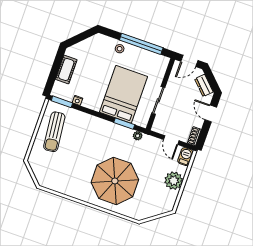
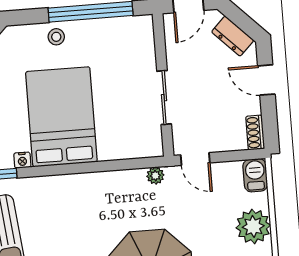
bed: (123, 94) -> (61, 117), moved
window: (124, 124) -> (122, 165), removed
door: (171, 140) -> (195, 159), moved

